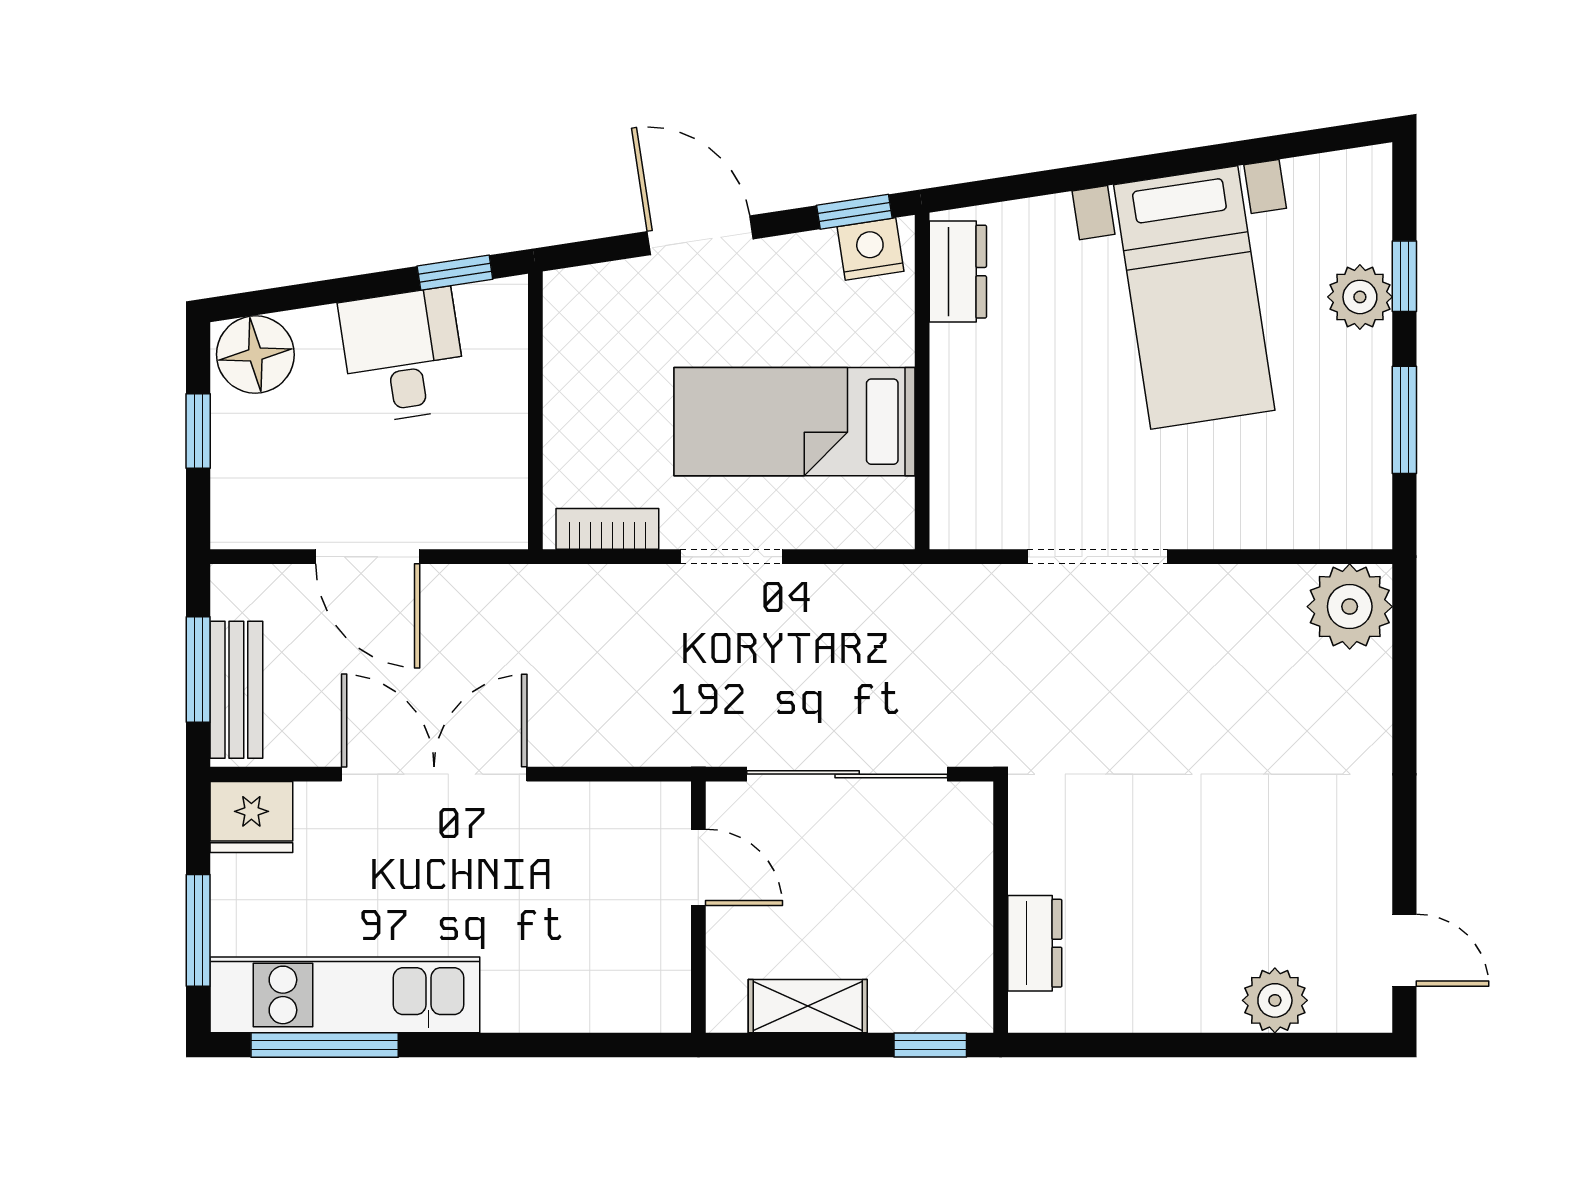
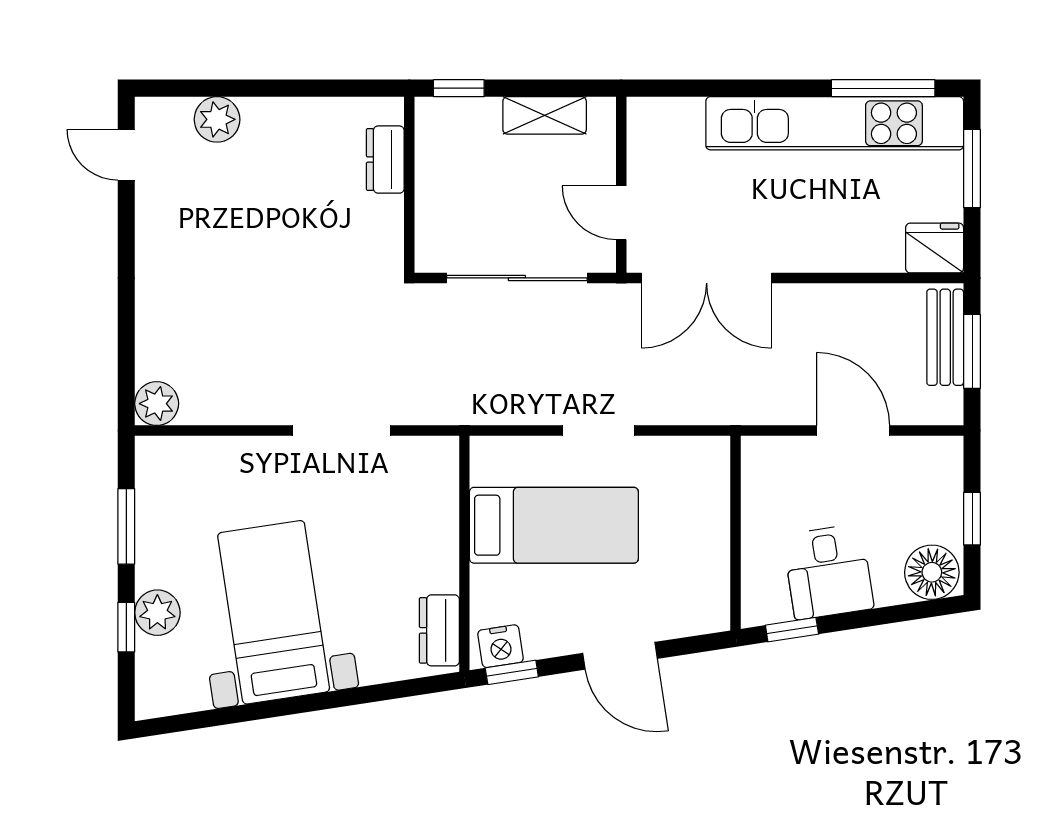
bookcase: (607, 529) -> (685, 450), removed
plant: (1350, 607) -> (157, 404), width x0.73, depth x0.73
double door: (434, 774) -> (707, 278), moved
kitchen unit: (345, 995) -> (835, 123), width x1.36

